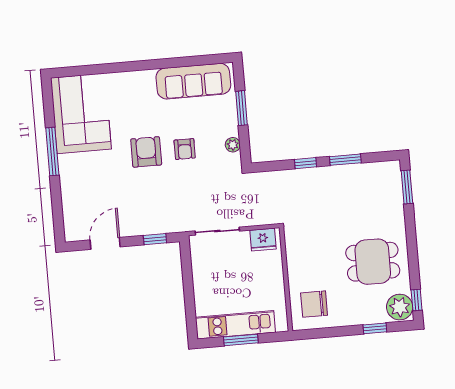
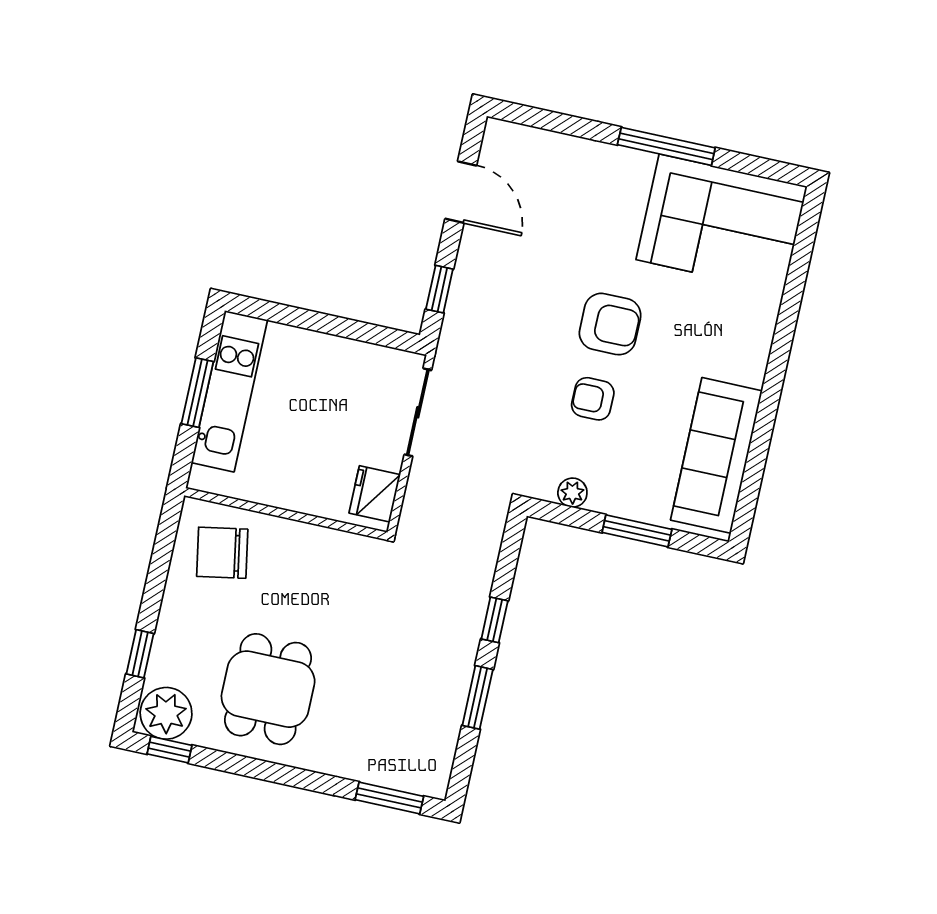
chair: (314, 304) -> (222, 553), turned -100

